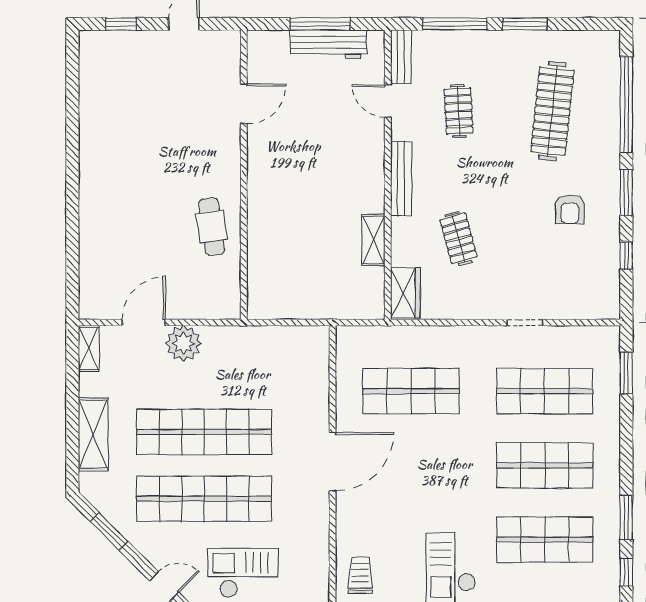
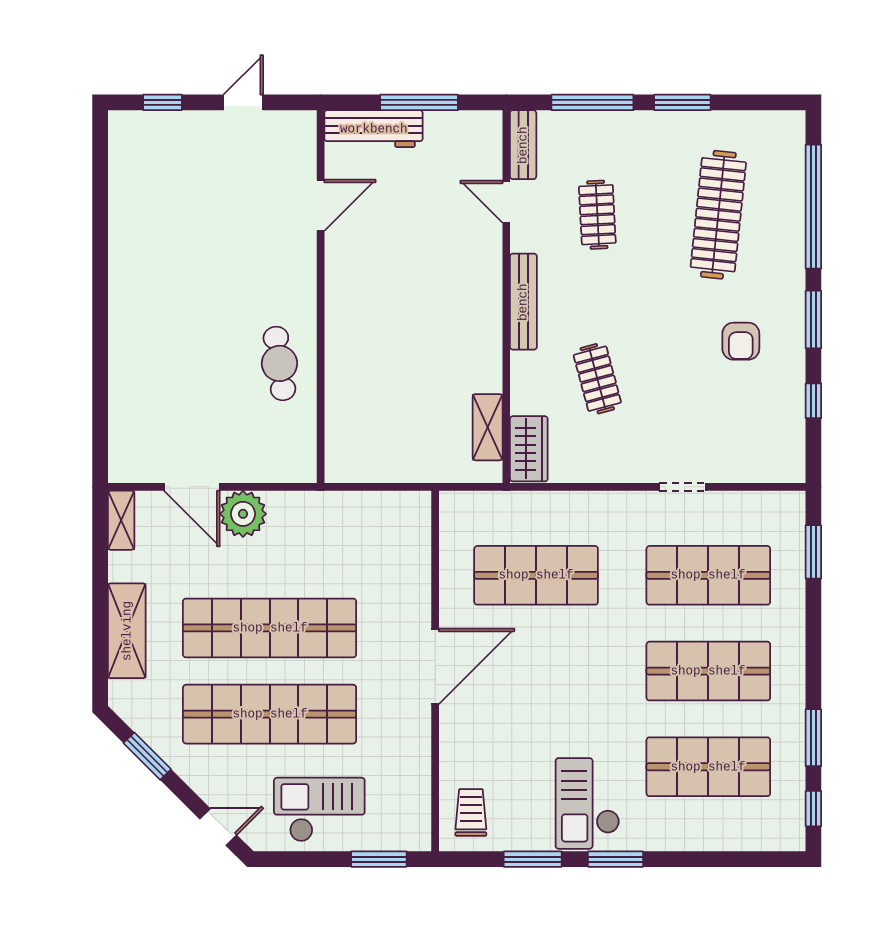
workbench: (328, 44) -> (374, 129), moved
shelving: (373, 240) -> (488, 427), moved
door: (144, 322) -> (192, 487), swing flipped

